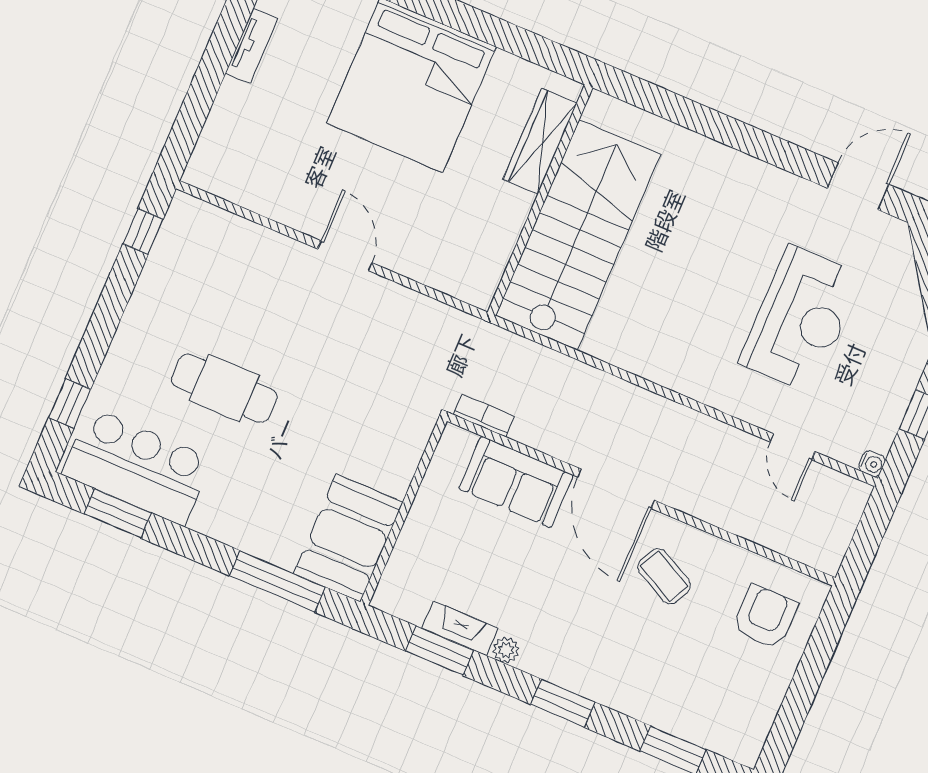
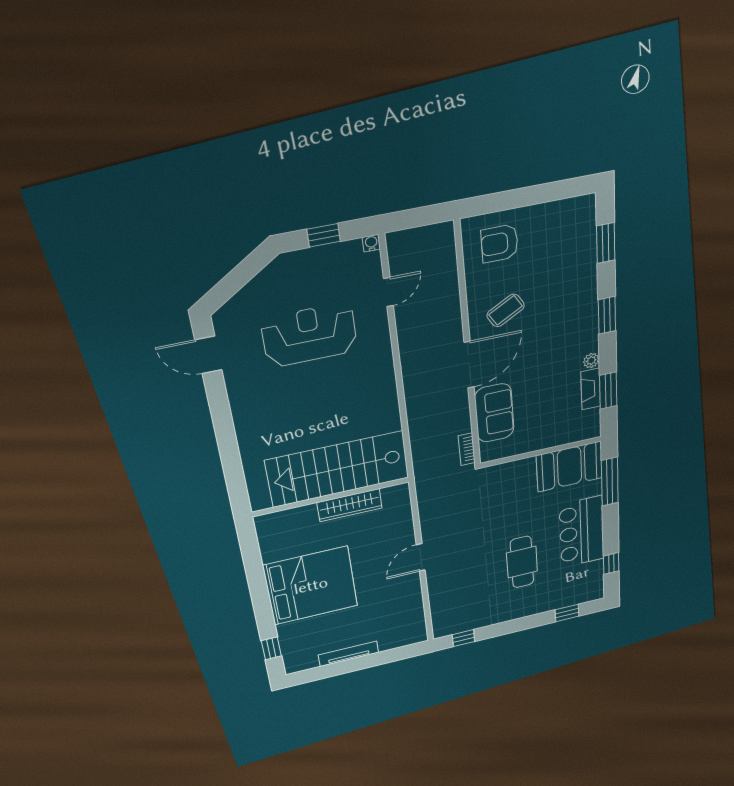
tv unit: (252, 46) -> (348, 654), width x1.41
wardrobe: (540, 141) -> (350, 505), moved
bar counter: (137, 466) -> (582, 532), moved
window: (118, 513) -> (611, 564), width x0.67
coffee table: (664, 576) -> (506, 310), turned 33

